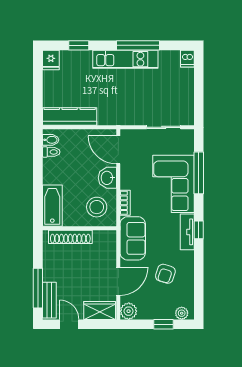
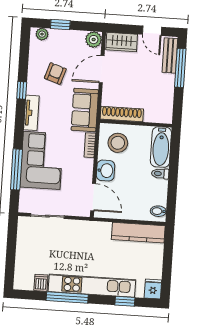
kitchen unit: (125, 59) -> (92, 286), width x1.36
dishwasher: (187, 59) -> (41, 283), moved
toilet: (51, 152) -> (160, 174), moved
window: (199, 230) -> (22, 90), moved
shoe rack: (70, 237) -> (122, 114), moved

